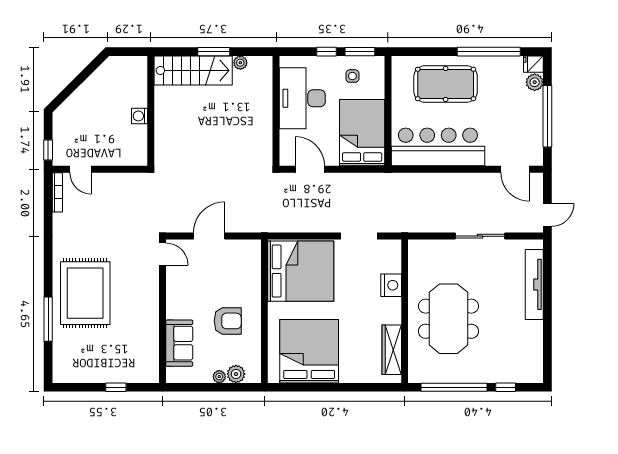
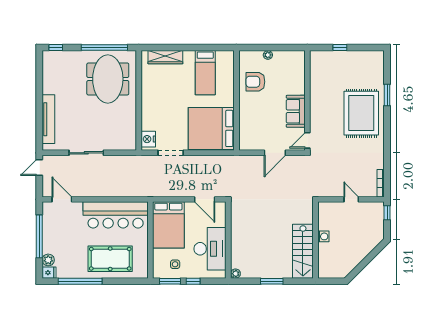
plant: (240, 63) -> (235, 274), moved
stairs: (193, 70) -> (303, 251), moved, turned -90
door: (81, 169) -> (351, 199), moved
door: (163, 254) -> (307, 140), hinge flipped
nightstand: (391, 285) -> (148, 139), moved
window: (48, 319) -> (387, 95), width x0.69
meeting table: (448, 319) -> (108, 79), moved
armchair: (228, 321) -> (255, 82), moved
sofa: (179, 343) -> (296, 111), moved
wardrobe: (392, 350) -> (165, 57), moved, turned 90
bed: (309, 351) -> (205, 73), width x0.49
plant: (236, 374) -> (256, 57), removed
window: (506, 387) -> (56, 48), moved

